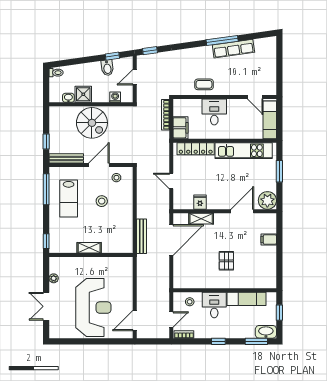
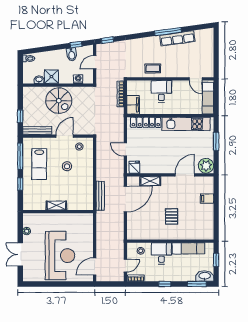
fridge: (200, 202) -> (134, 167), moved
window: (46, 241) -> (20, 184), moved

